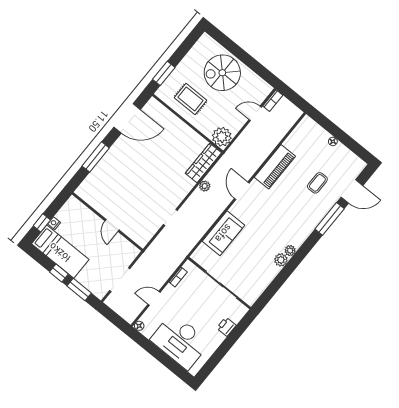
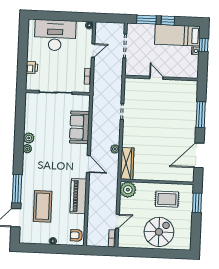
armchair: (306, 130) -> (76, 235), added
coffee table: (317, 183) -> (43, 206), width x1.86, depth x1.72

